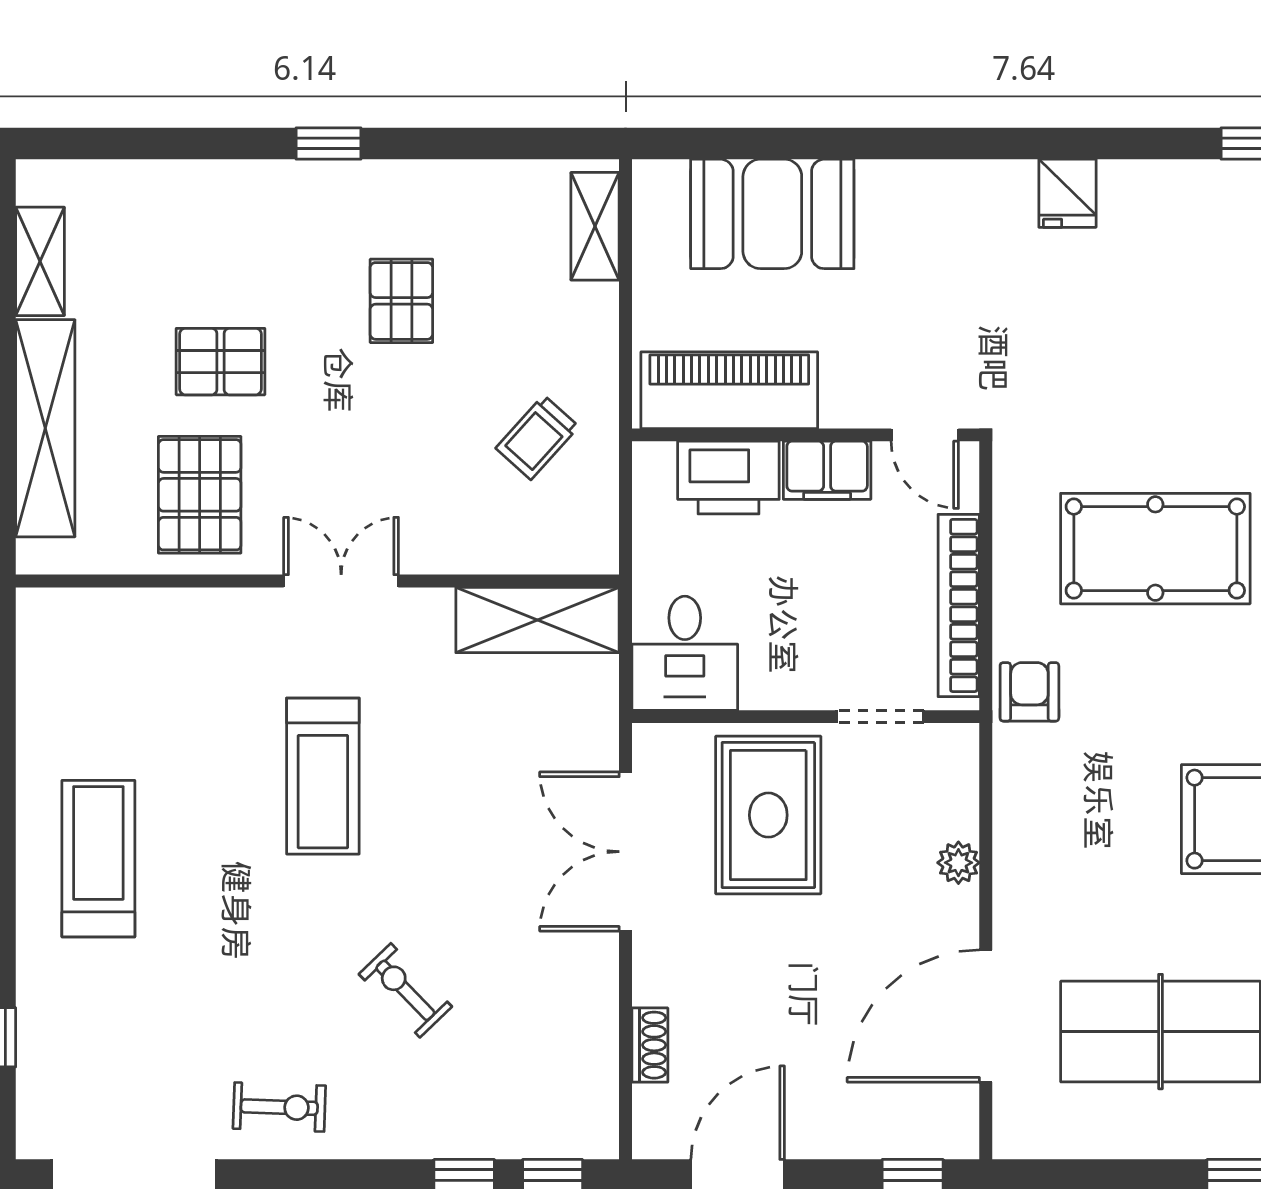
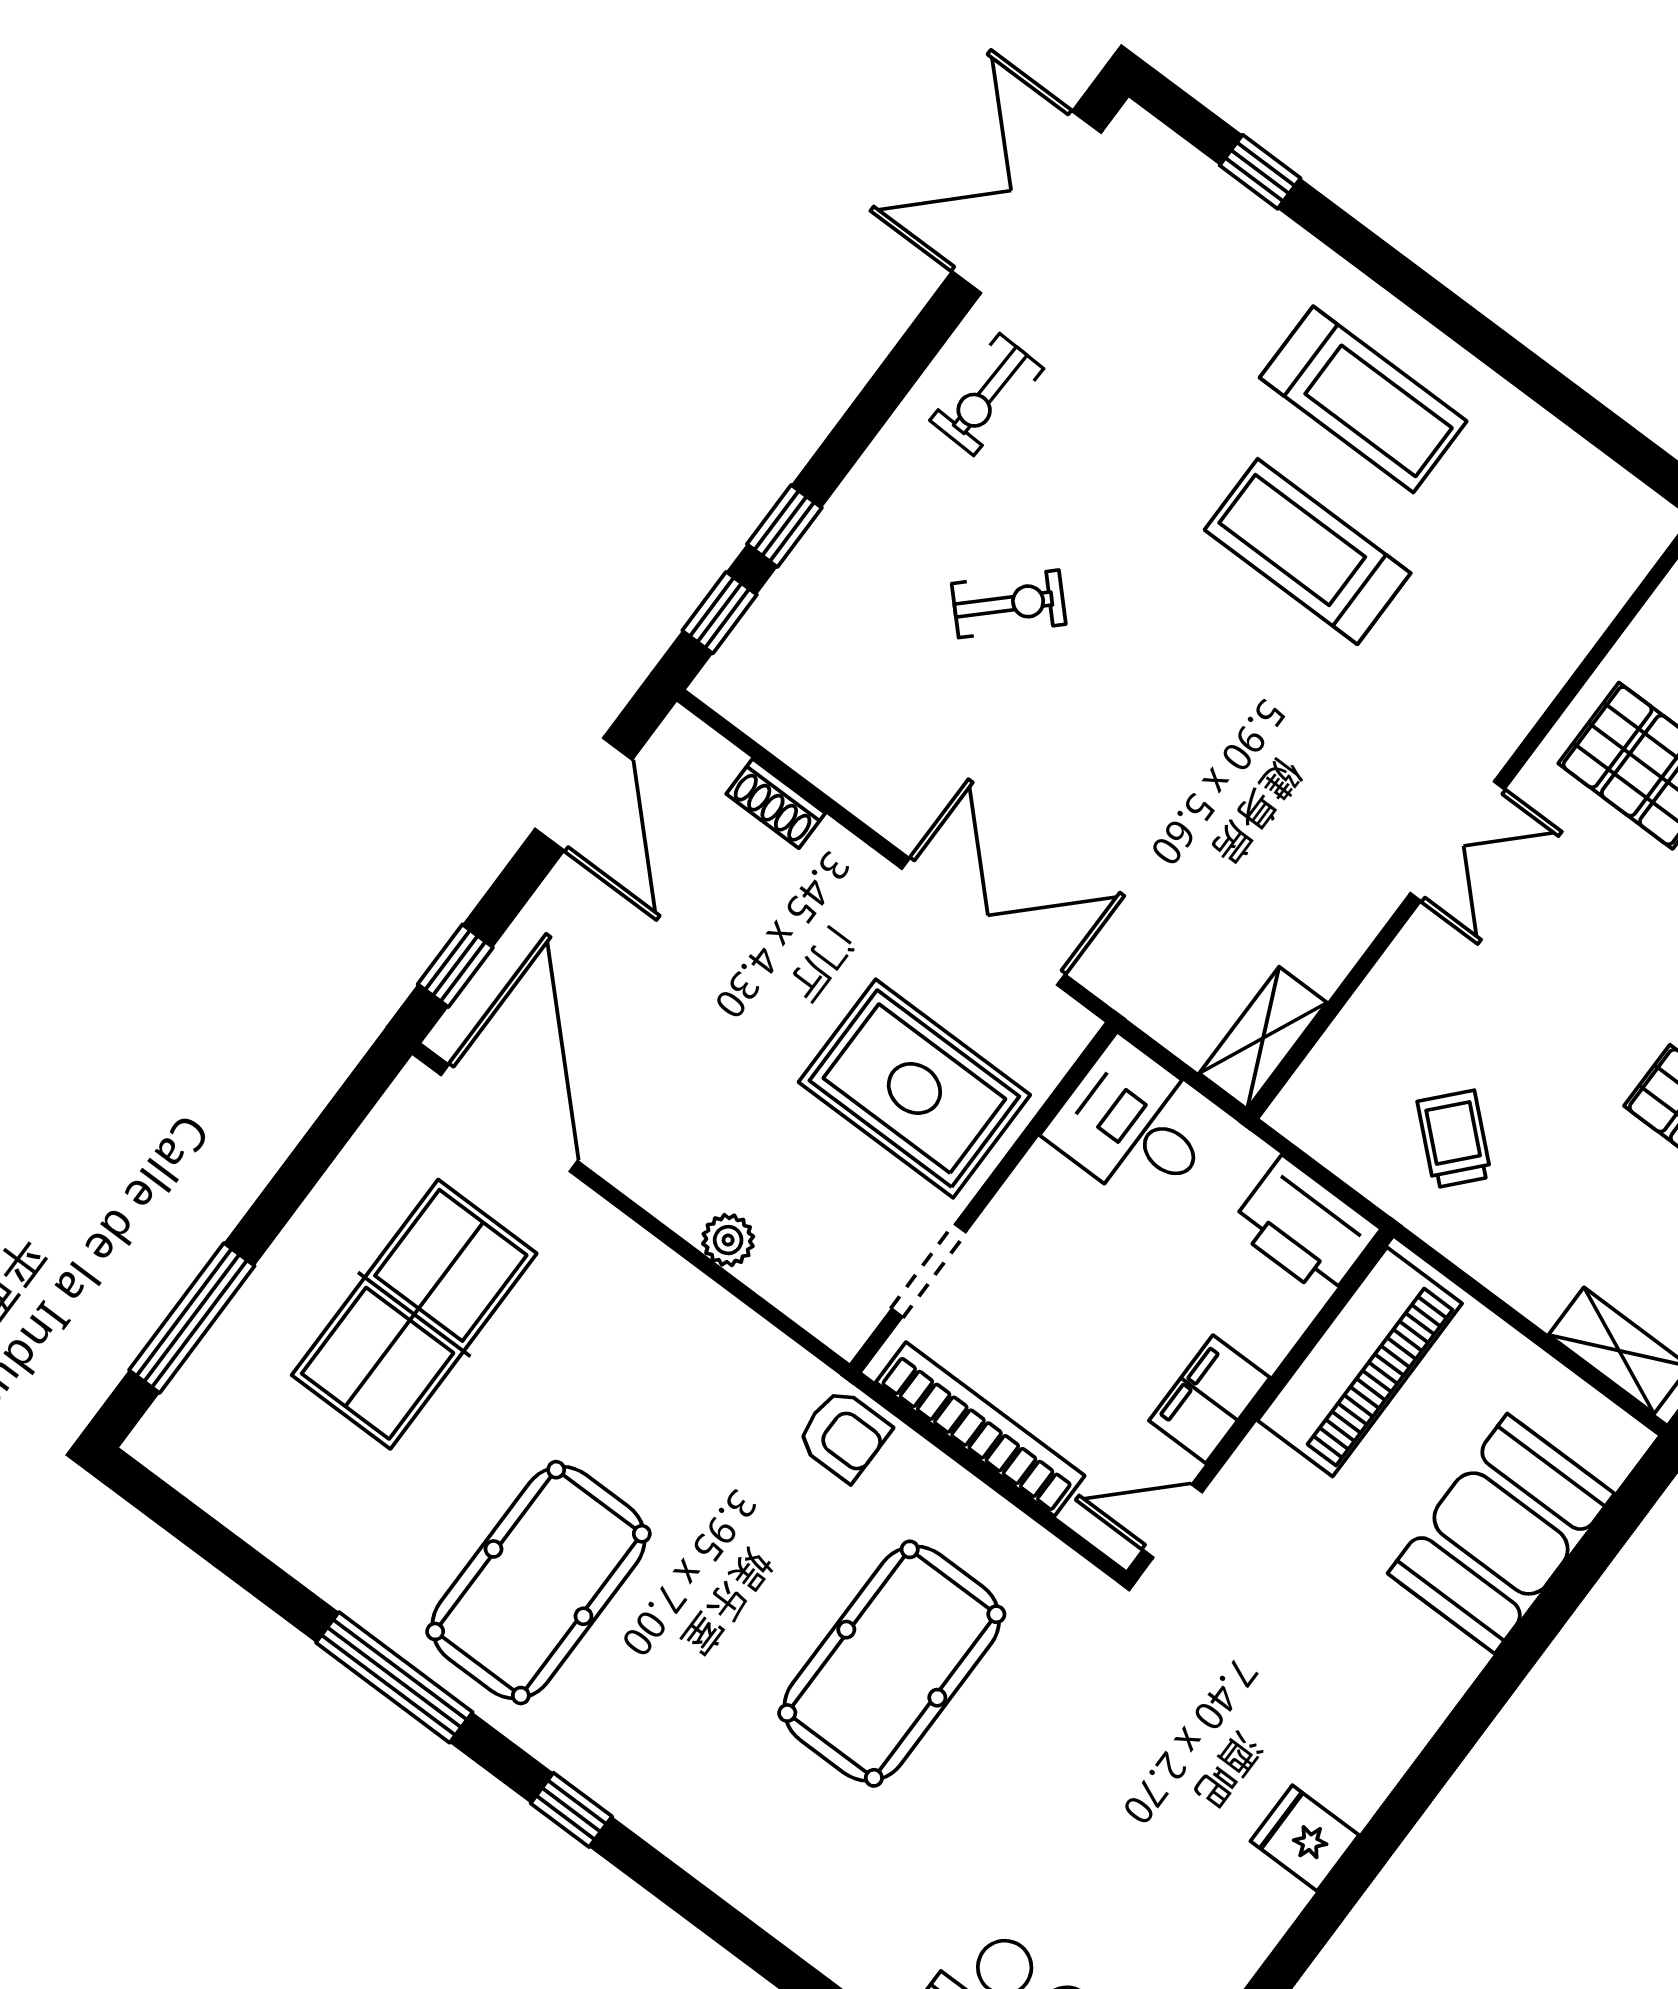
printer: (728, 478) -> (1305, 1227), moved, turned -90
shelving: (538, 620) -> (1263, 1038), width x0.67, depth x0.75
treadmill: (323, 776) -> (1308, 551), moved
door: (986, 1016) -> (509, 1118), moved

